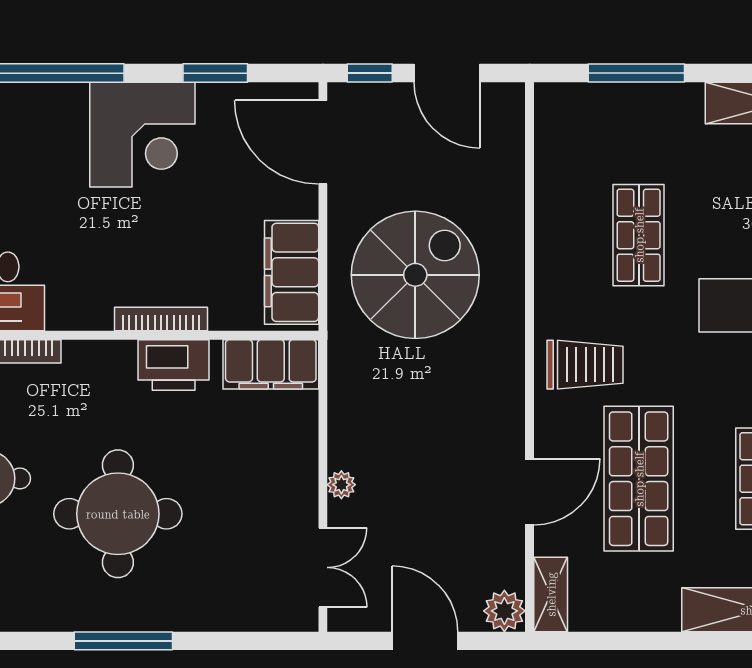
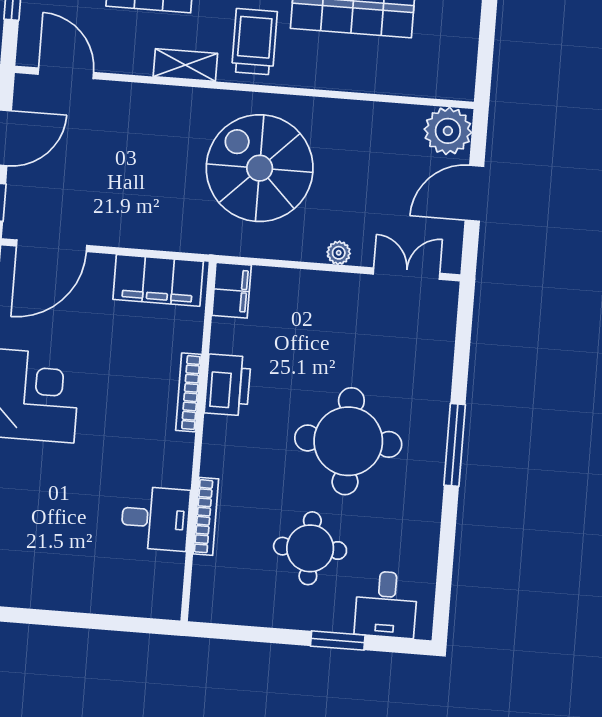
spiral stairs: (415, 275) -> (260, 168), moved
filing cabinet: (271, 364) -> (232, 290), width x0.67, depth x0.86
door: (530, 492) -> (66, 73), moved
shelving: (551, 594) -> (185, 65), moved
plant: (504, 611) -> (448, 131), width x1.36, depth x1.36

